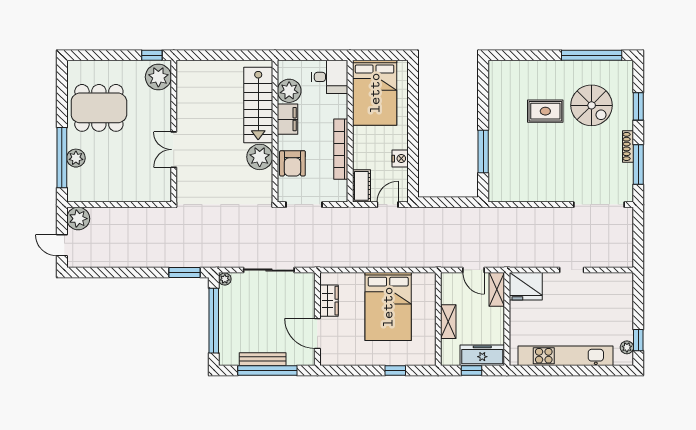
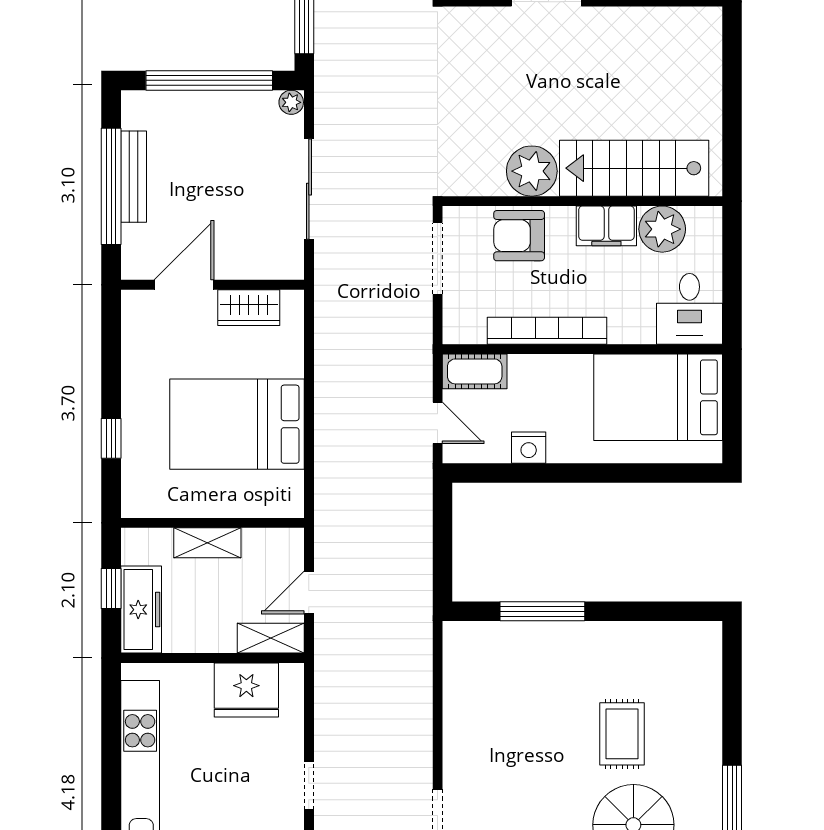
fridge: (526, 286) -> (246, 690), moved, turned -90

